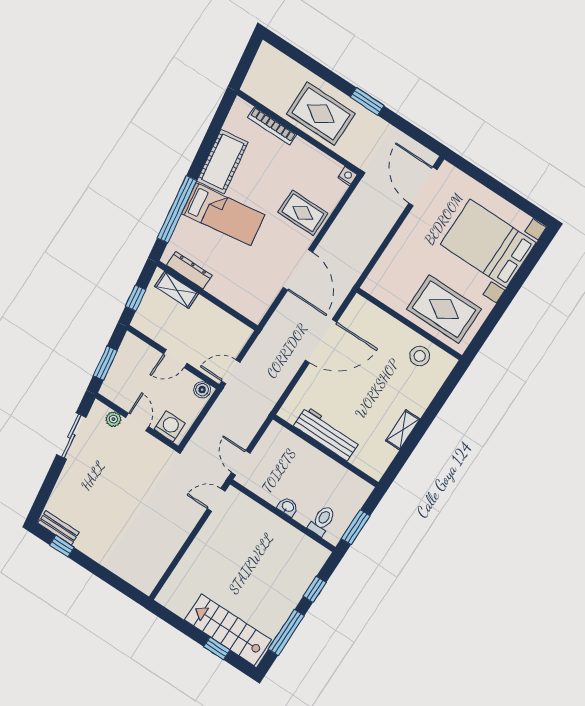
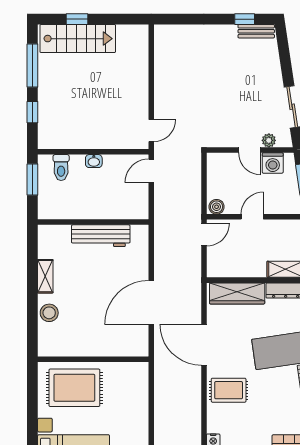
wardrobe: (236, 297) -> (237, 293), added
stool: (420, 356) -> (49, 313), moved
washing machine: (170, 426) -> (273, 163), moved
door: (241, 463) -> (151, 171), swing flipped

